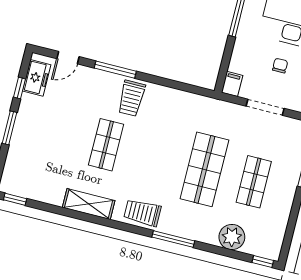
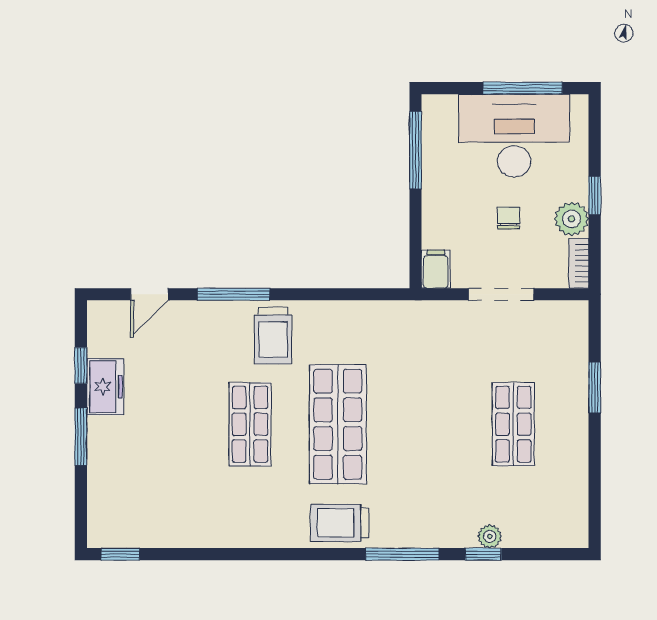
freezer: (37, 78) -> (105, 387), moved
shop shelf: (204, 169) -> (338, 424), moved
shelving: (89, 204) -> (246, 531), removed
plant: (232, 237) -> (490, 536), width x0.53, depth x0.53
window: (263, 261) -> (483, 554), moved

